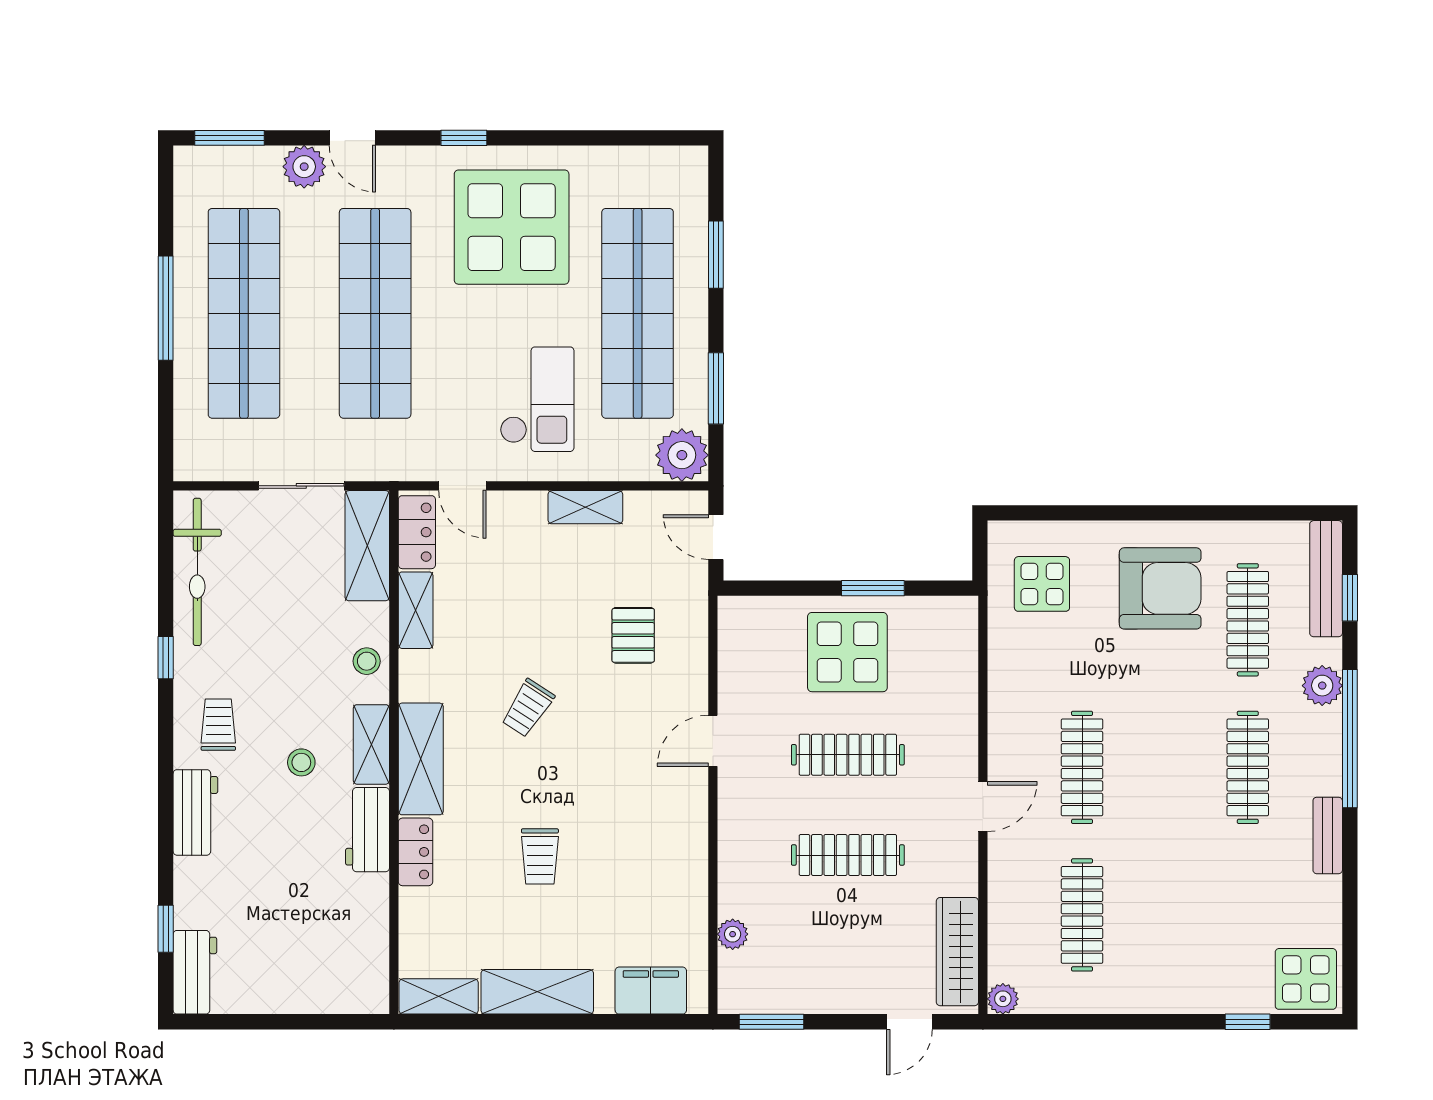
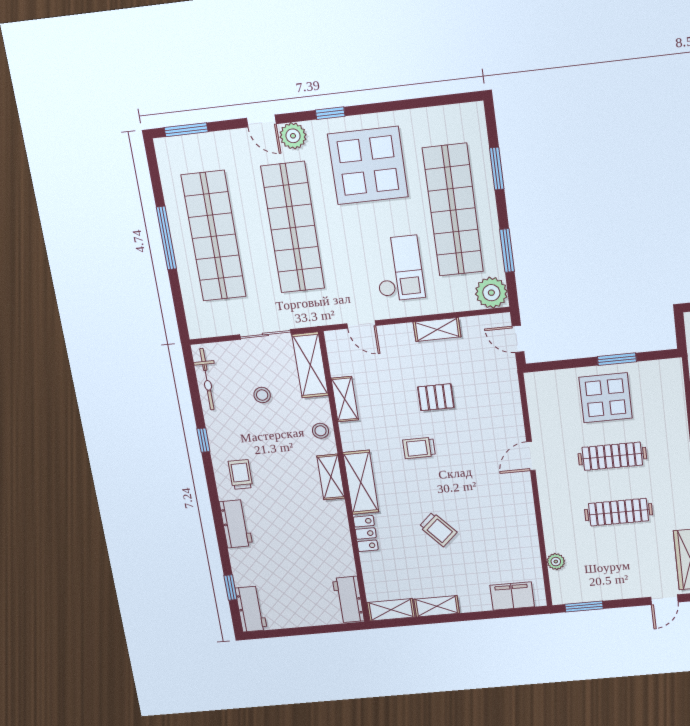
plant: (304, 167) -> (293, 136), moved
locker: (417, 532) -> (338, 354), removed
bicycle: (197, 572) -> (207, 379), width x0.73, depth x0.71
pallet: (633, 635) -> (436, 397), moved, turned 90
trolley: (528, 708) -> (419, 448), turned 57
stool: (301, 762) -> (262, 395), moved
workbench: (367, 830) -> (348, 600), moved
trolley: (540, 856) -> (438, 529), turned -42
shelving: (537, 992) -> (437, 606), width x0.67, depth x0.75

